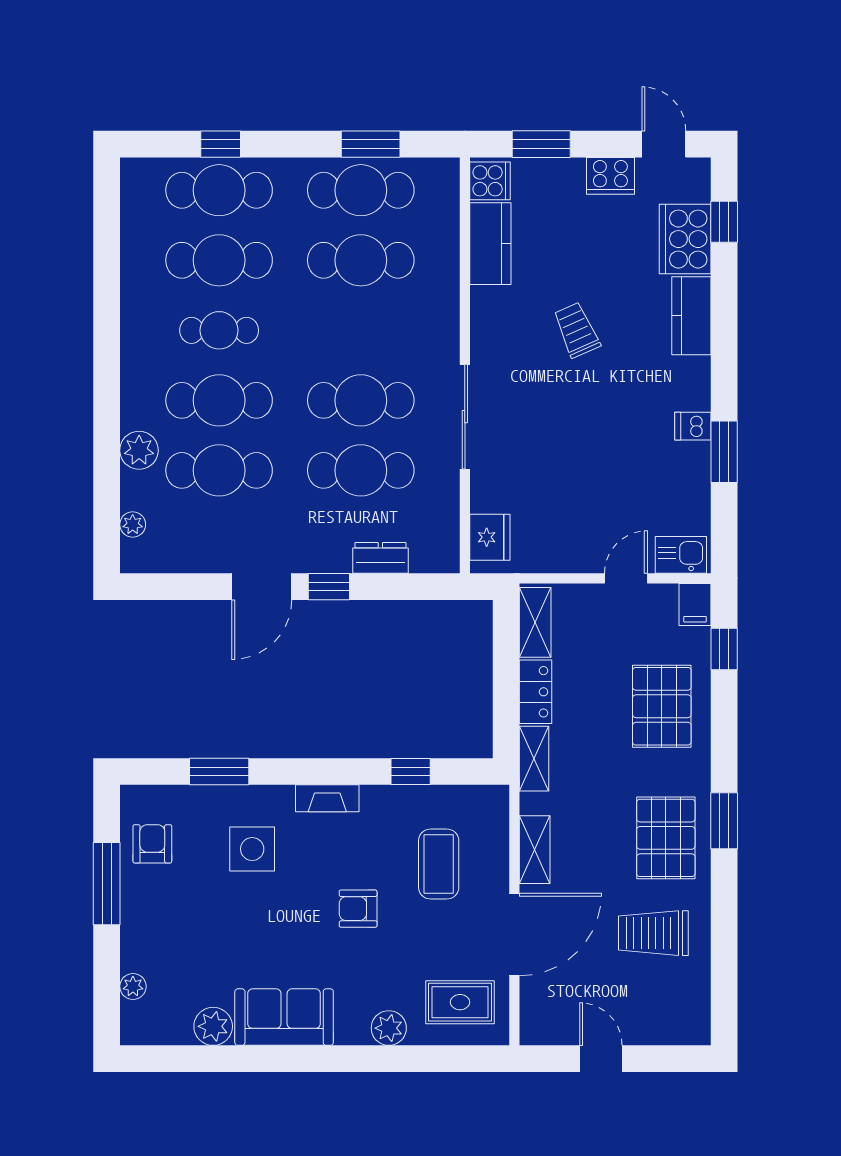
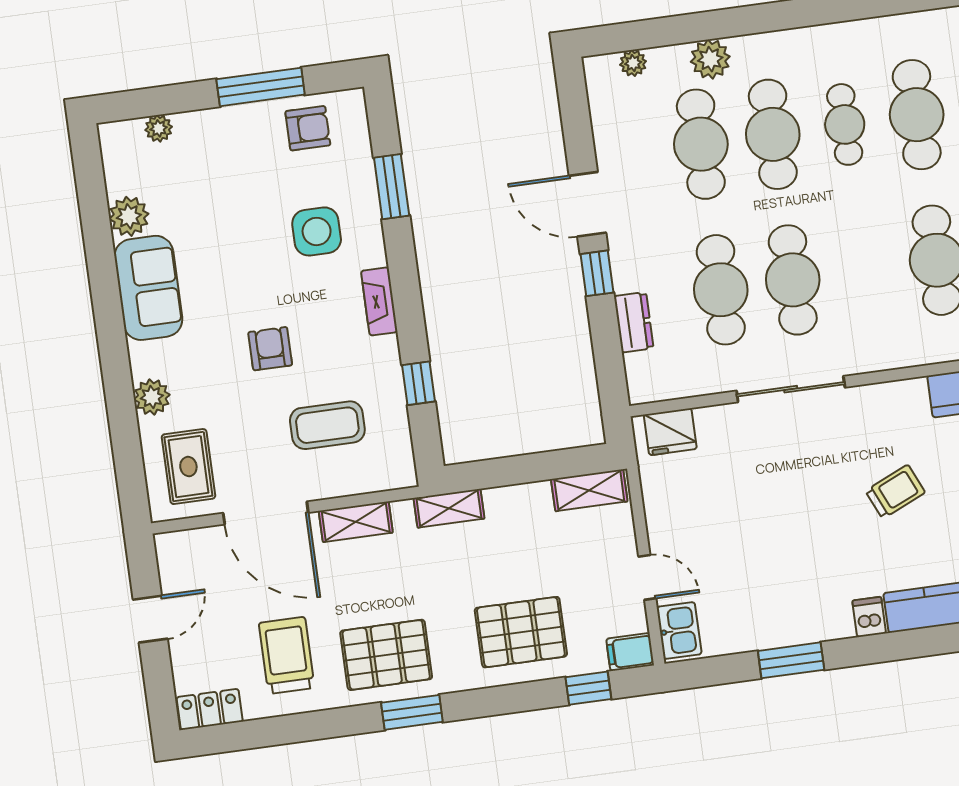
dishwasher: (693, 426) -> (869, 617), moved
locker: (535, 692) -> (210, 709), moved, turned 180

